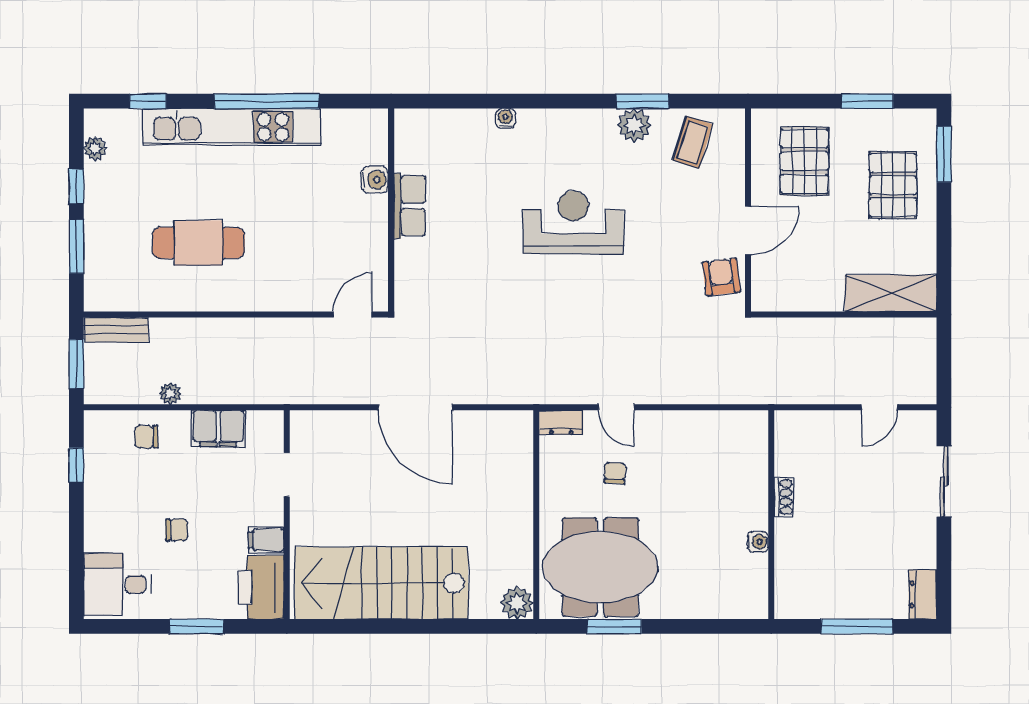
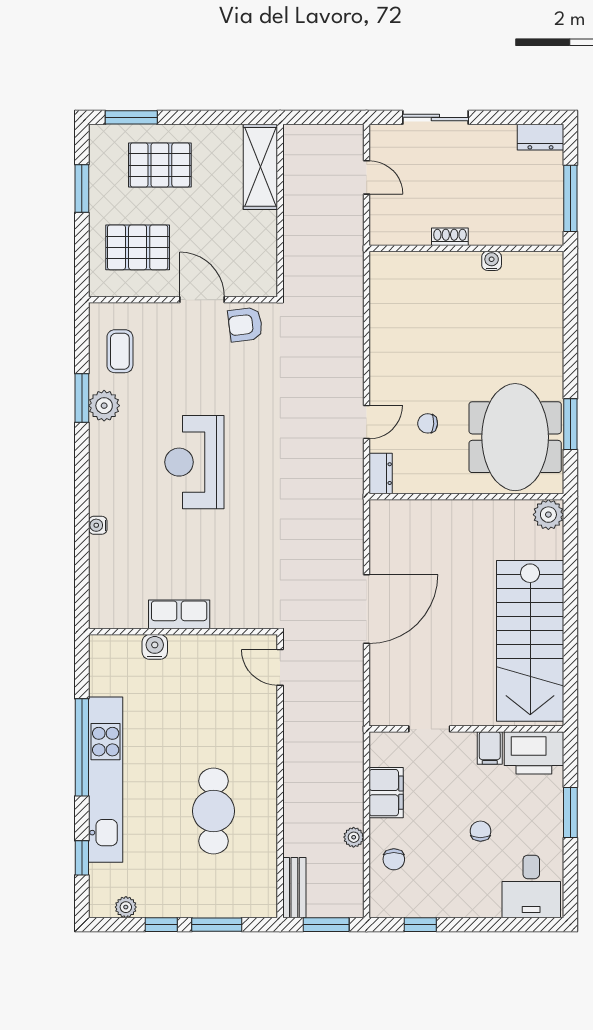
coffee table: (693, 142) -> (120, 351), turned 73
shoe rack: (784, 497) -> (450, 237), moved
wall: (771, 515) -> (466, 248), moved
water cooler: (758, 542) -> (492, 261), moved

